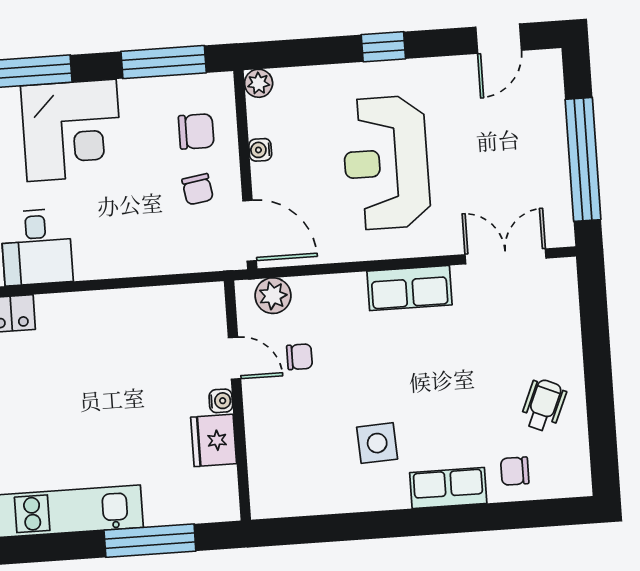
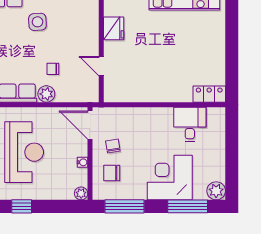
plant: (273, 296) -> (46, 94), moved
chair: (299, 357) -> (53, 69), moved
water cooler: (221, 401) -> (109, 47), removed

